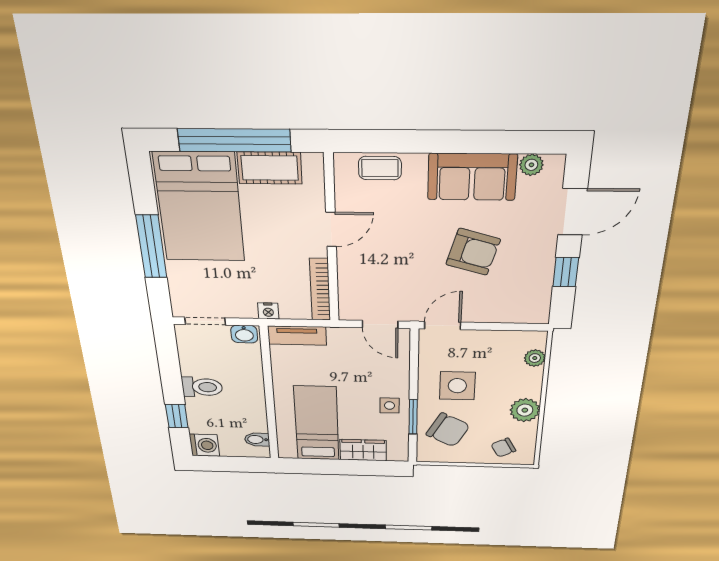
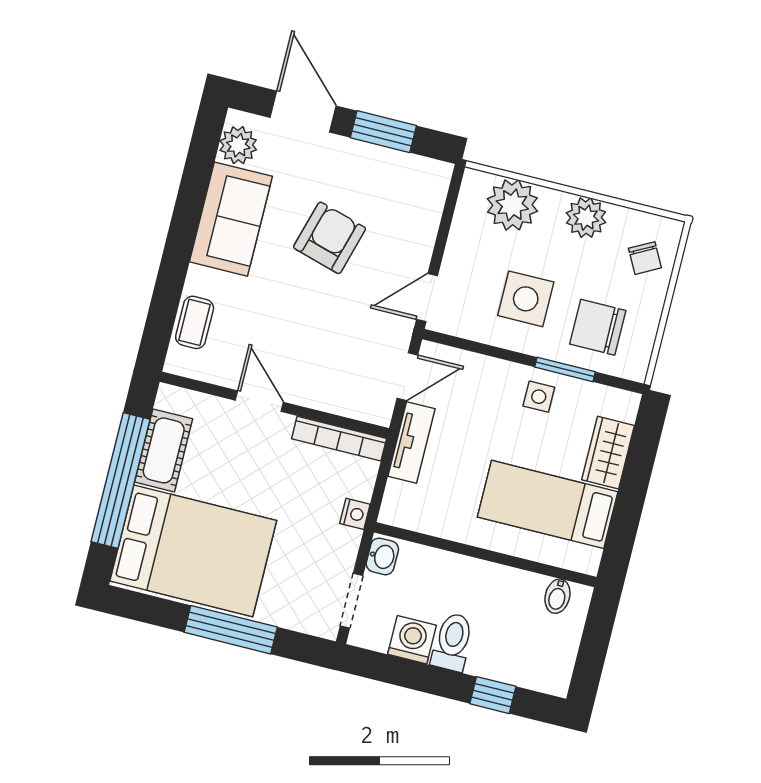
plant: (531, 165) -> (238, 145), width x1.38, depth x1.38
window: (566, 272) -> (383, 132), width x1.50
door: (443, 326) -> (427, 298), hinge flipped
tv unit: (297, 336) -> (411, 442), moved
plant: (535, 358) -> (512, 205), width x1.88, depth x1.88
chair: (448, 430) -> (598, 327), turned -118
washing machine: (204, 445) -> (412, 640), moved

